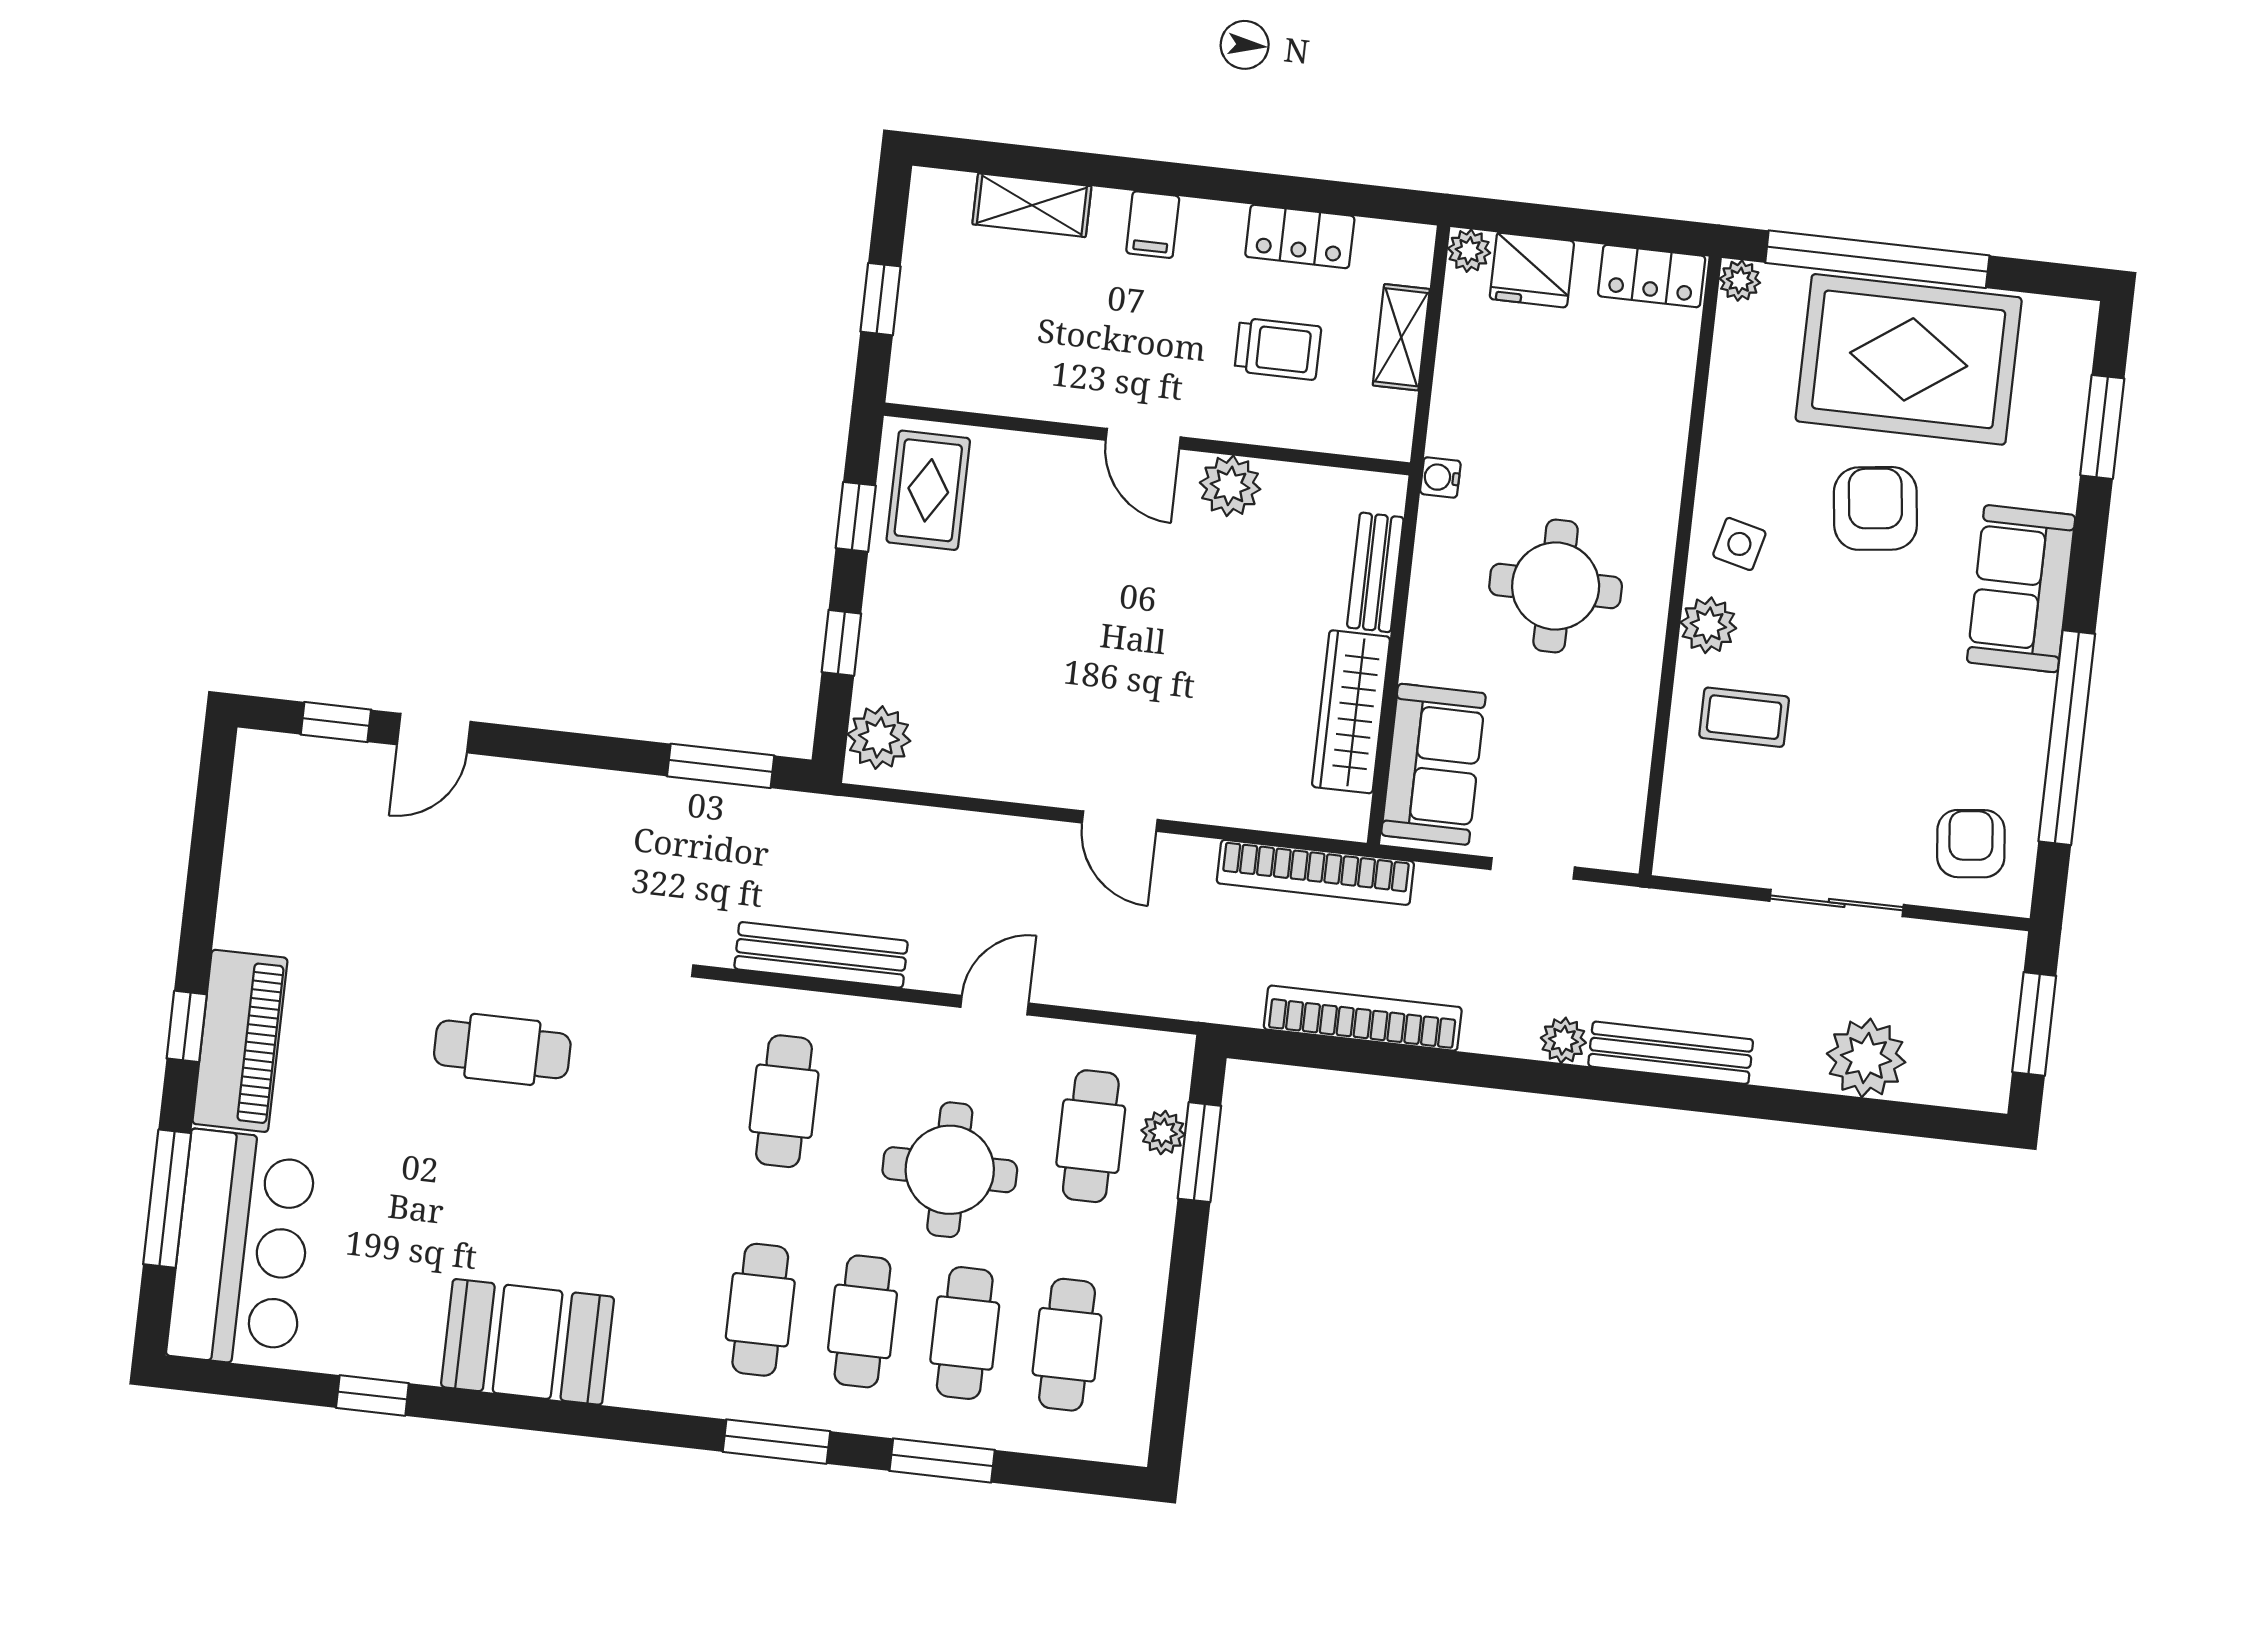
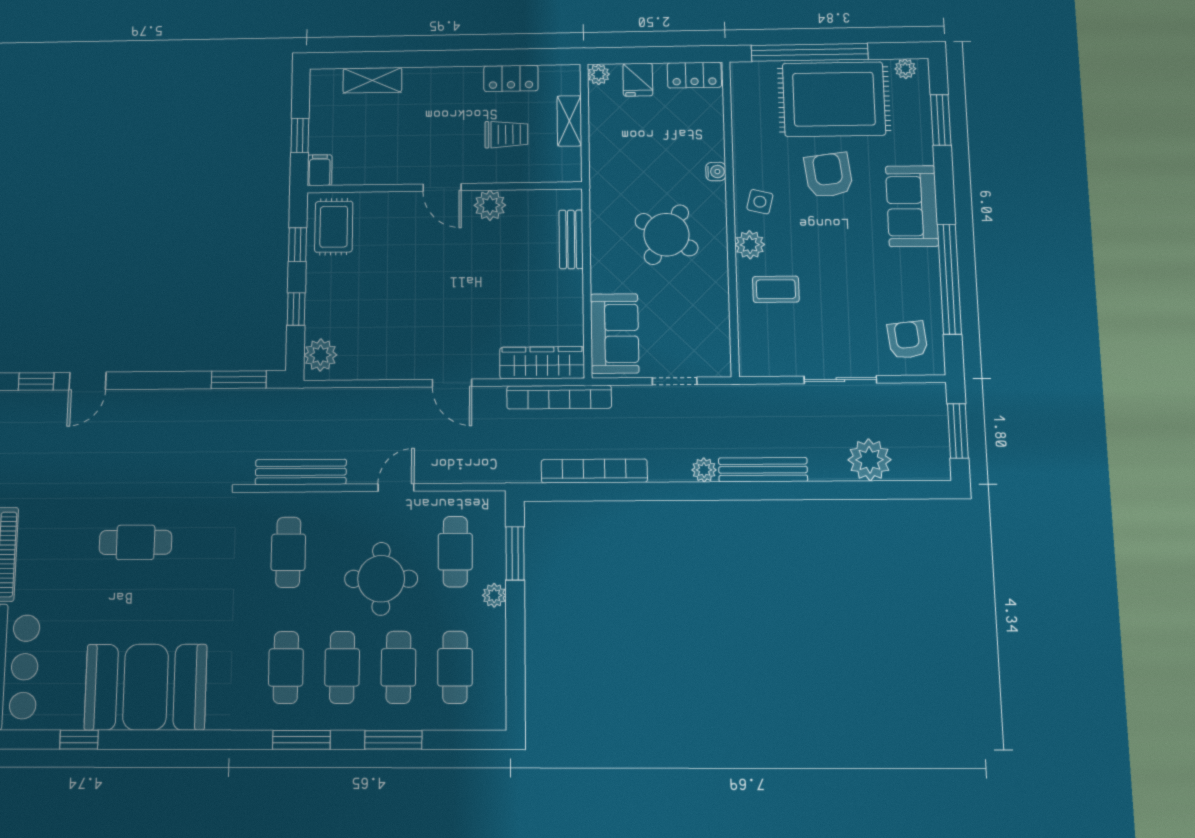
filing cabinet: (1153, 225) -> (320, 170), moved, turned 180
fridge: (1532, 270) -> (638, 80), width x0.72
plant: (1740, 281) -> (905, 69), moved
water cooler: (1440, 477) -> (716, 172), moved, turned 180
round table: (1556, 586) -> (666, 235), turned 32
wardrobe: (1351, 712) -> (542, 363), moved, turned 90
plant: (1163, 1132) -> (494, 595), moved
booth: (528, 1342) -> (146, 687), width x1.36, depth x1.42

